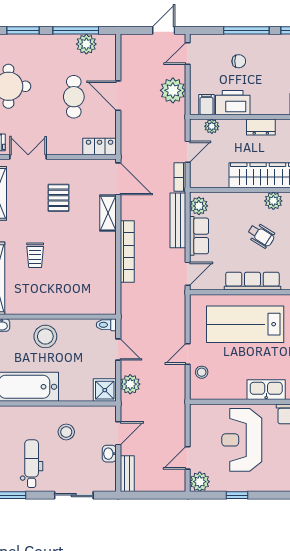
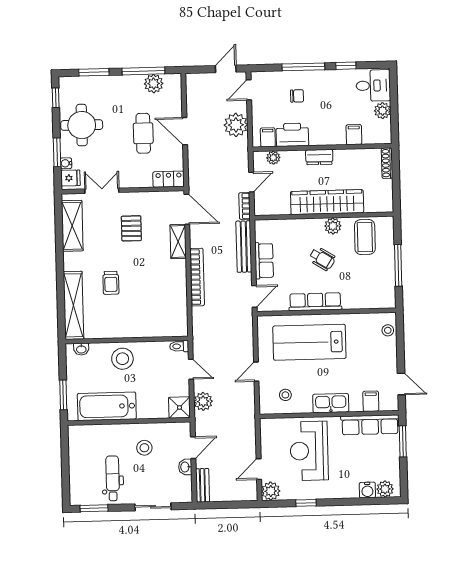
plant: (199, 206) -> (263, 232), removed
stool: (202, 372) -> (285, 395), moved

